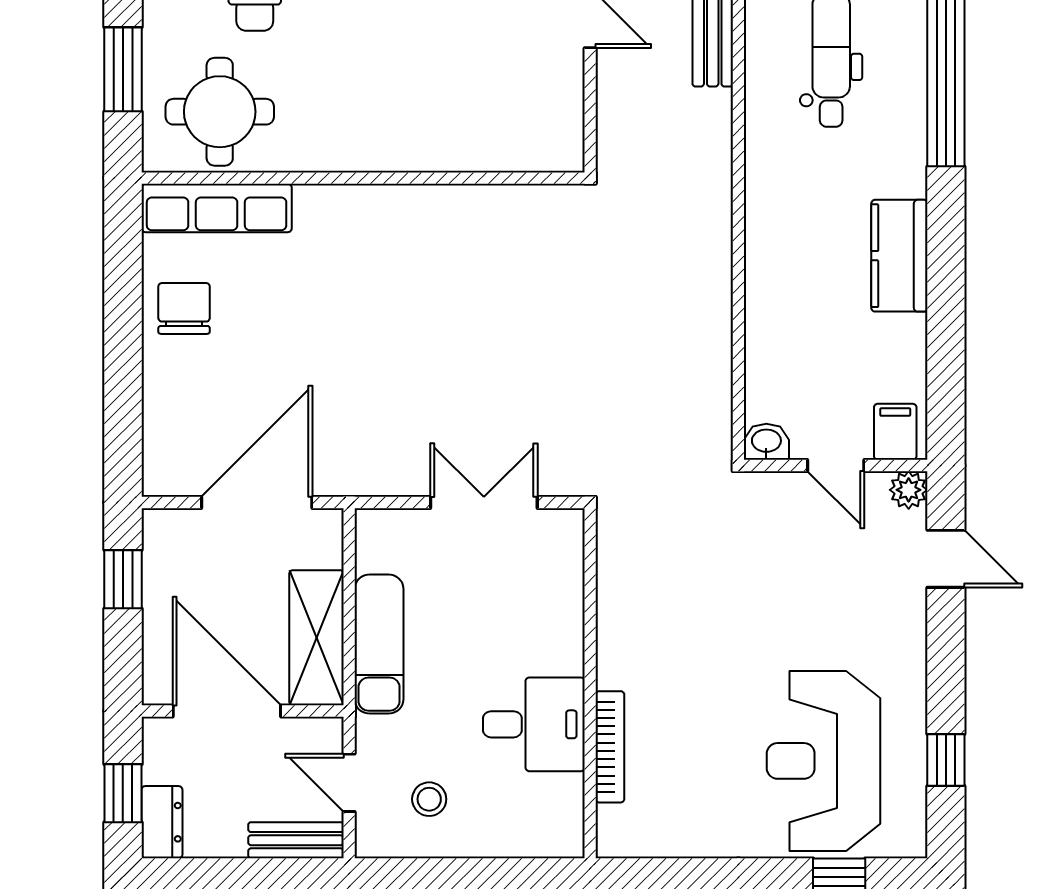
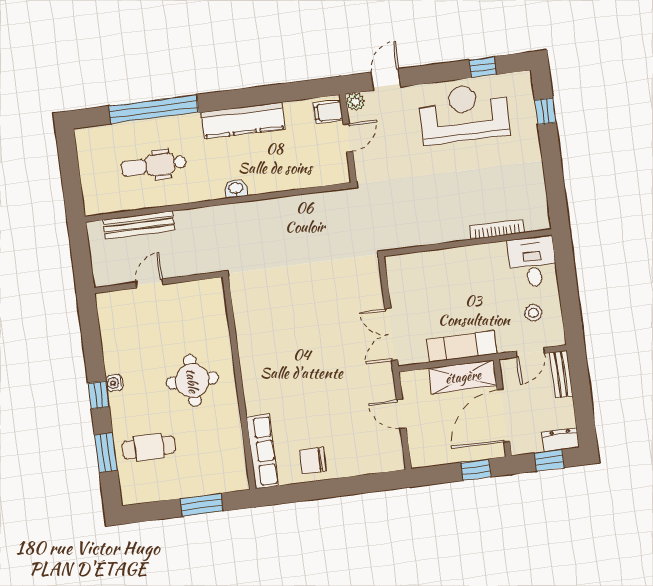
round table: (220, 112) -> (192, 381), moved
kitchen counter: (899, 256) -> (243, 120), width x1.50
washbasin: (766, 442) -> (236, 188), moved, turned 90
door: (257, 503) -> (401, 414), width x0.53
double door: (484, 503) -> (391, 334), moved
window: (123, 579) -> (476, 470), moved
desk: (534, 724) -> (533, 262), moved
reception desk: (824, 761) -> (464, 113), moved, turned 180

